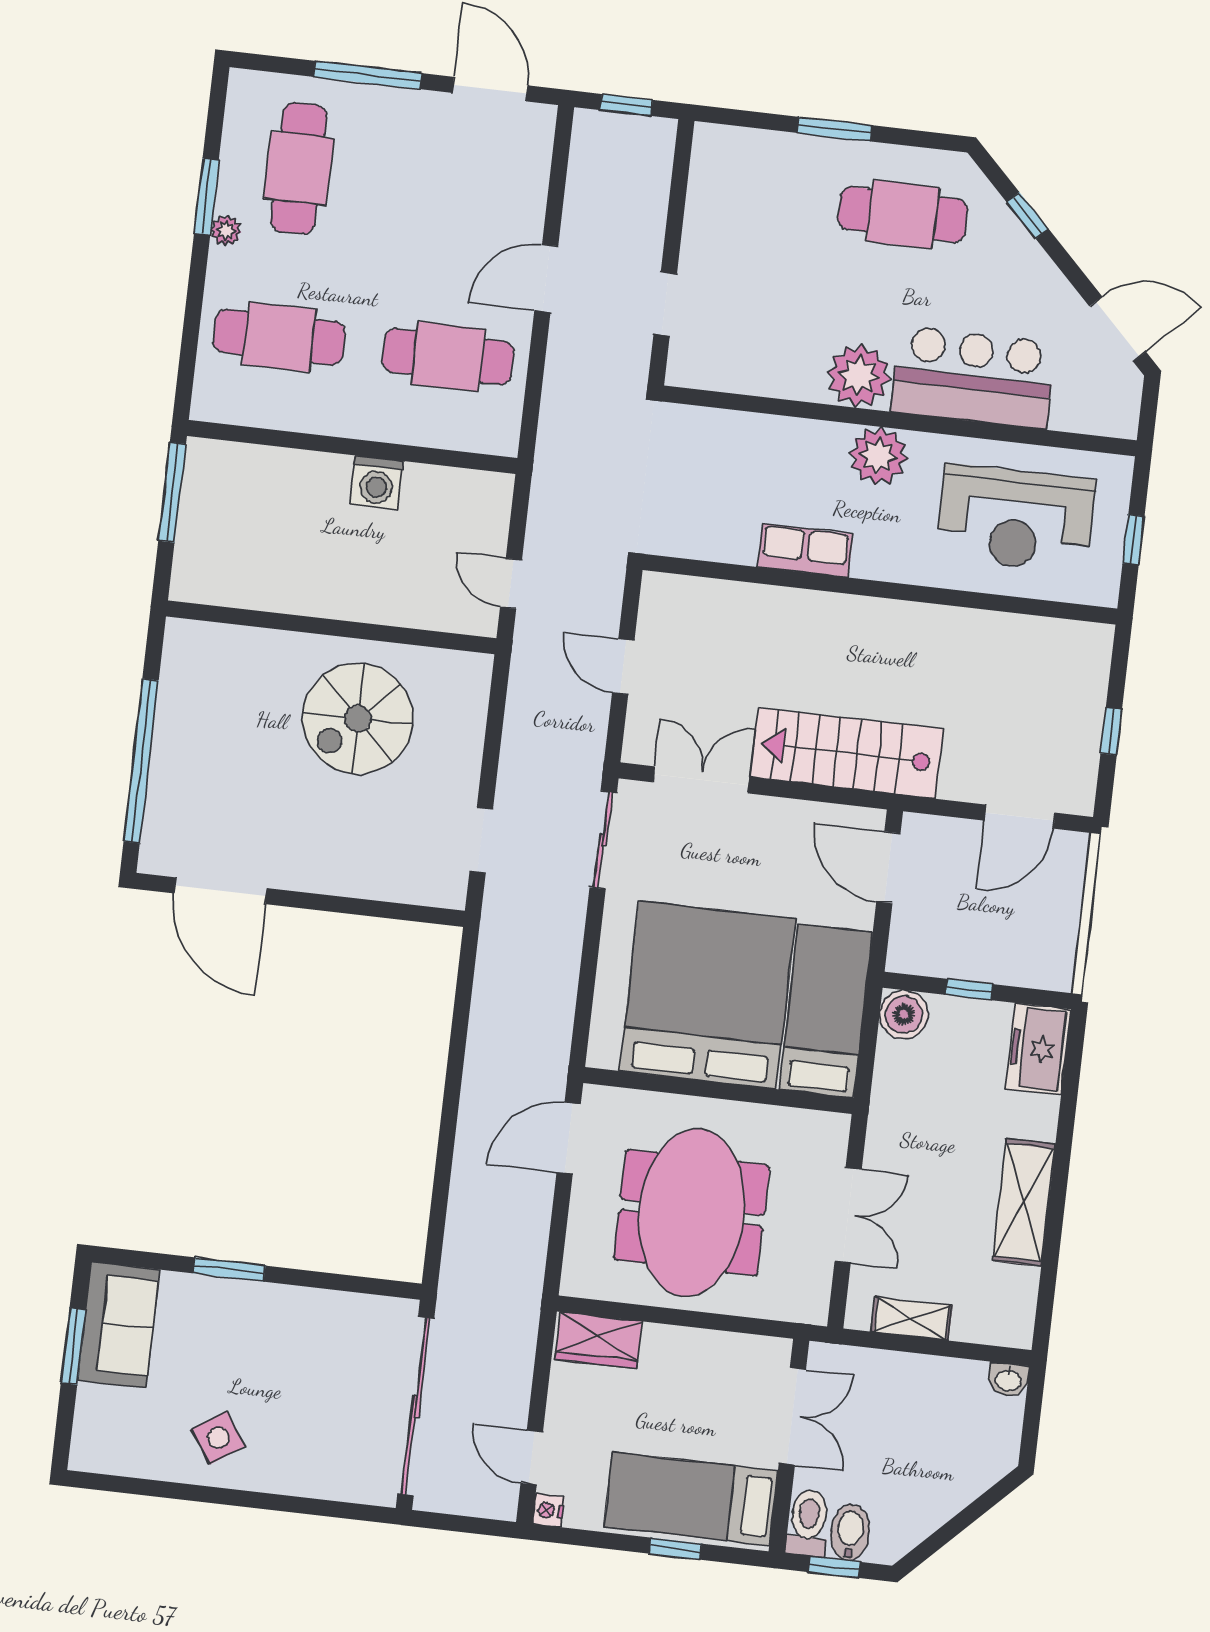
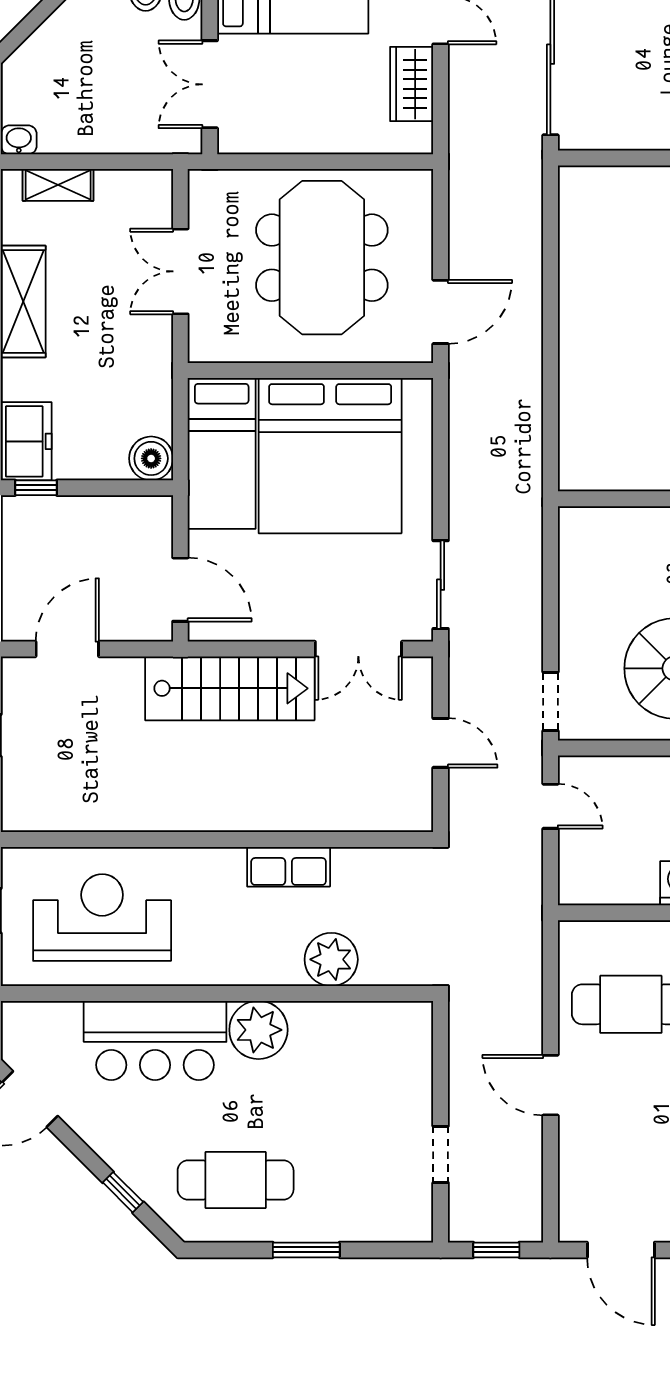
door: (546, 278) -> (550, 1085), swing flipped
doorway: (665, 304) -> (441, 1154), moved
plant: (878, 456) -> (331, 959), moved
doorway: (481, 840) -> (550, 701), moved
window: (969, 990) -> (36, 488), moved
shelving: (912, 1319) -> (58, 185), moved
wardrobe: (599, 1340) -> (412, 84), moved, turned -90

